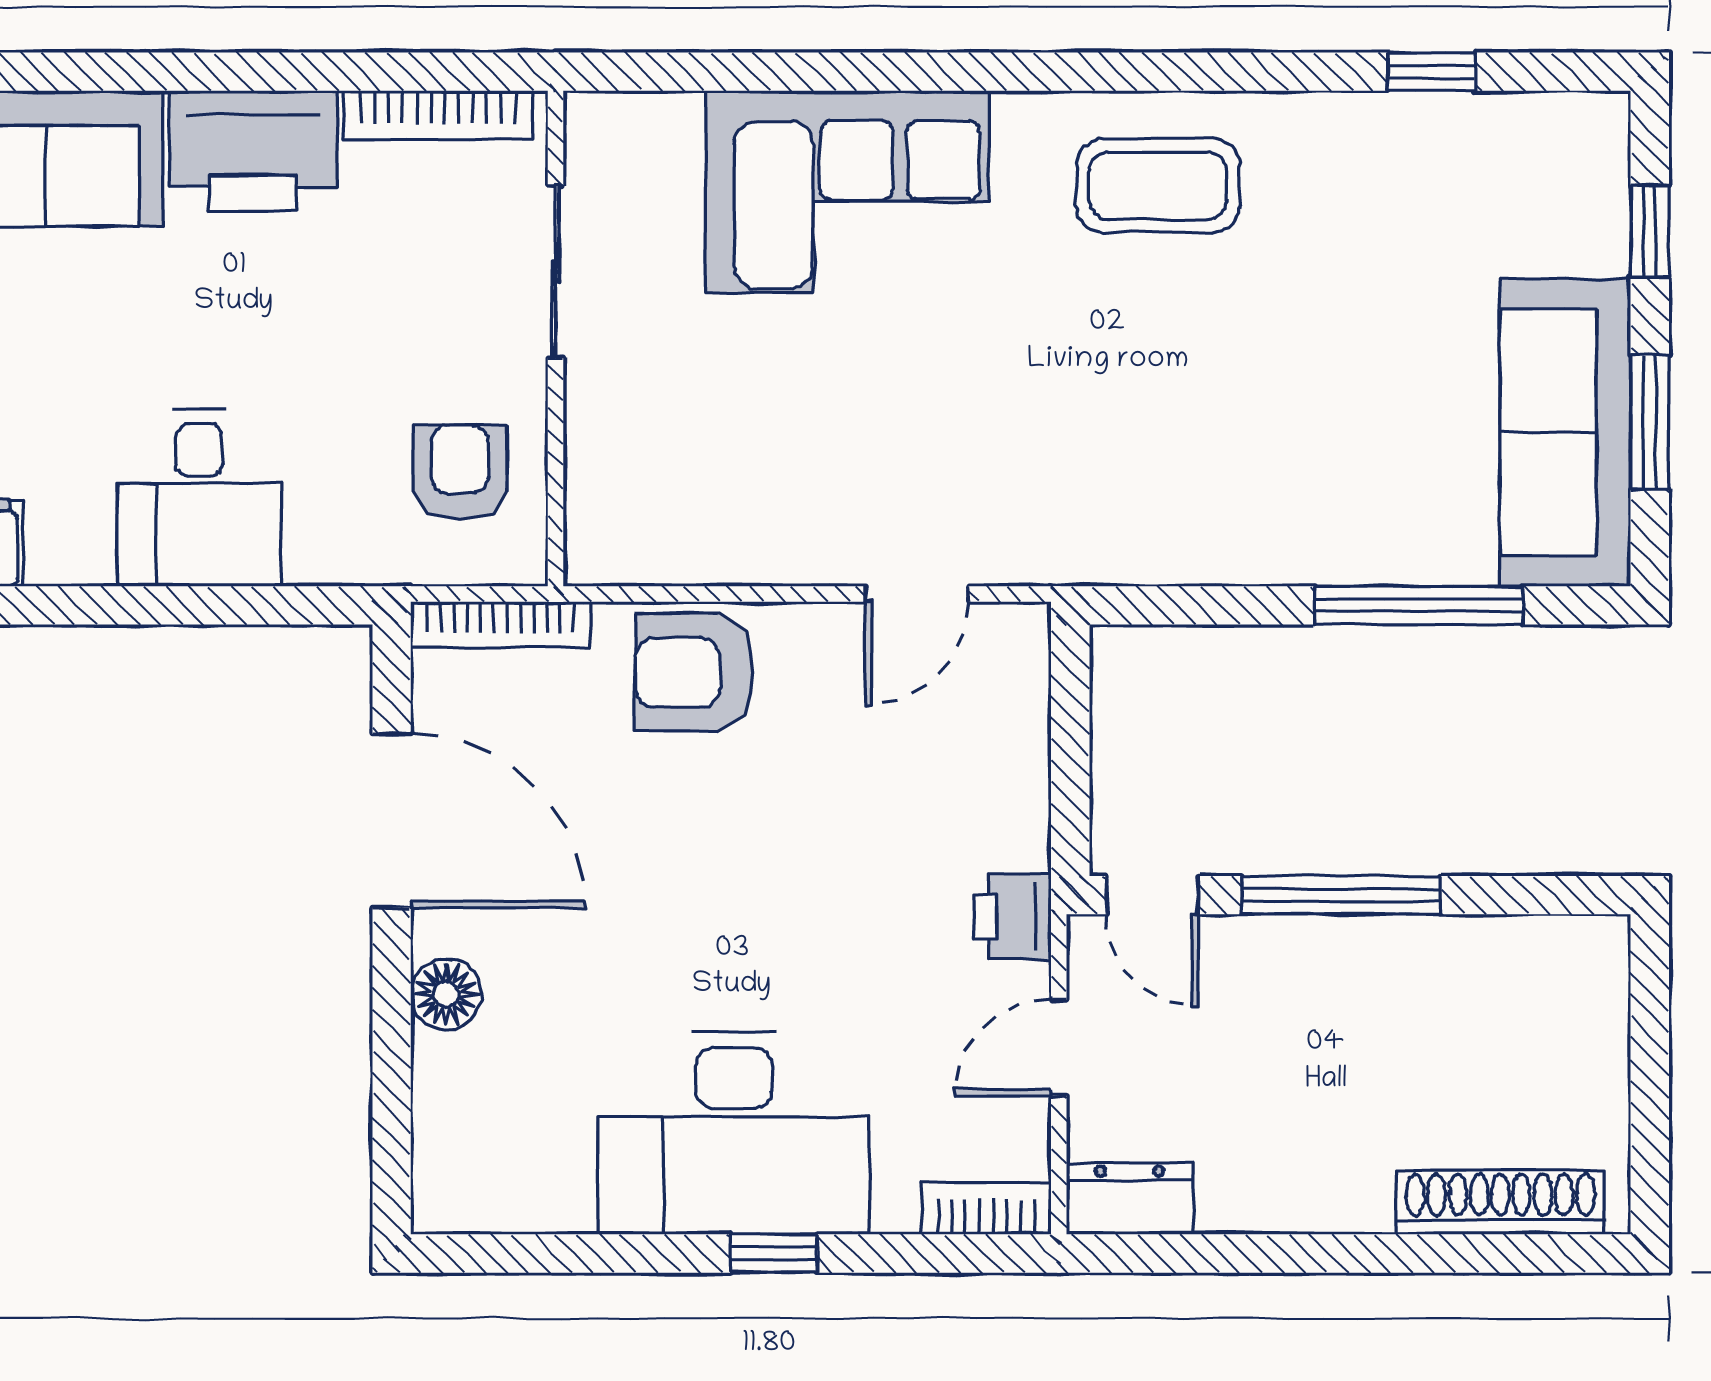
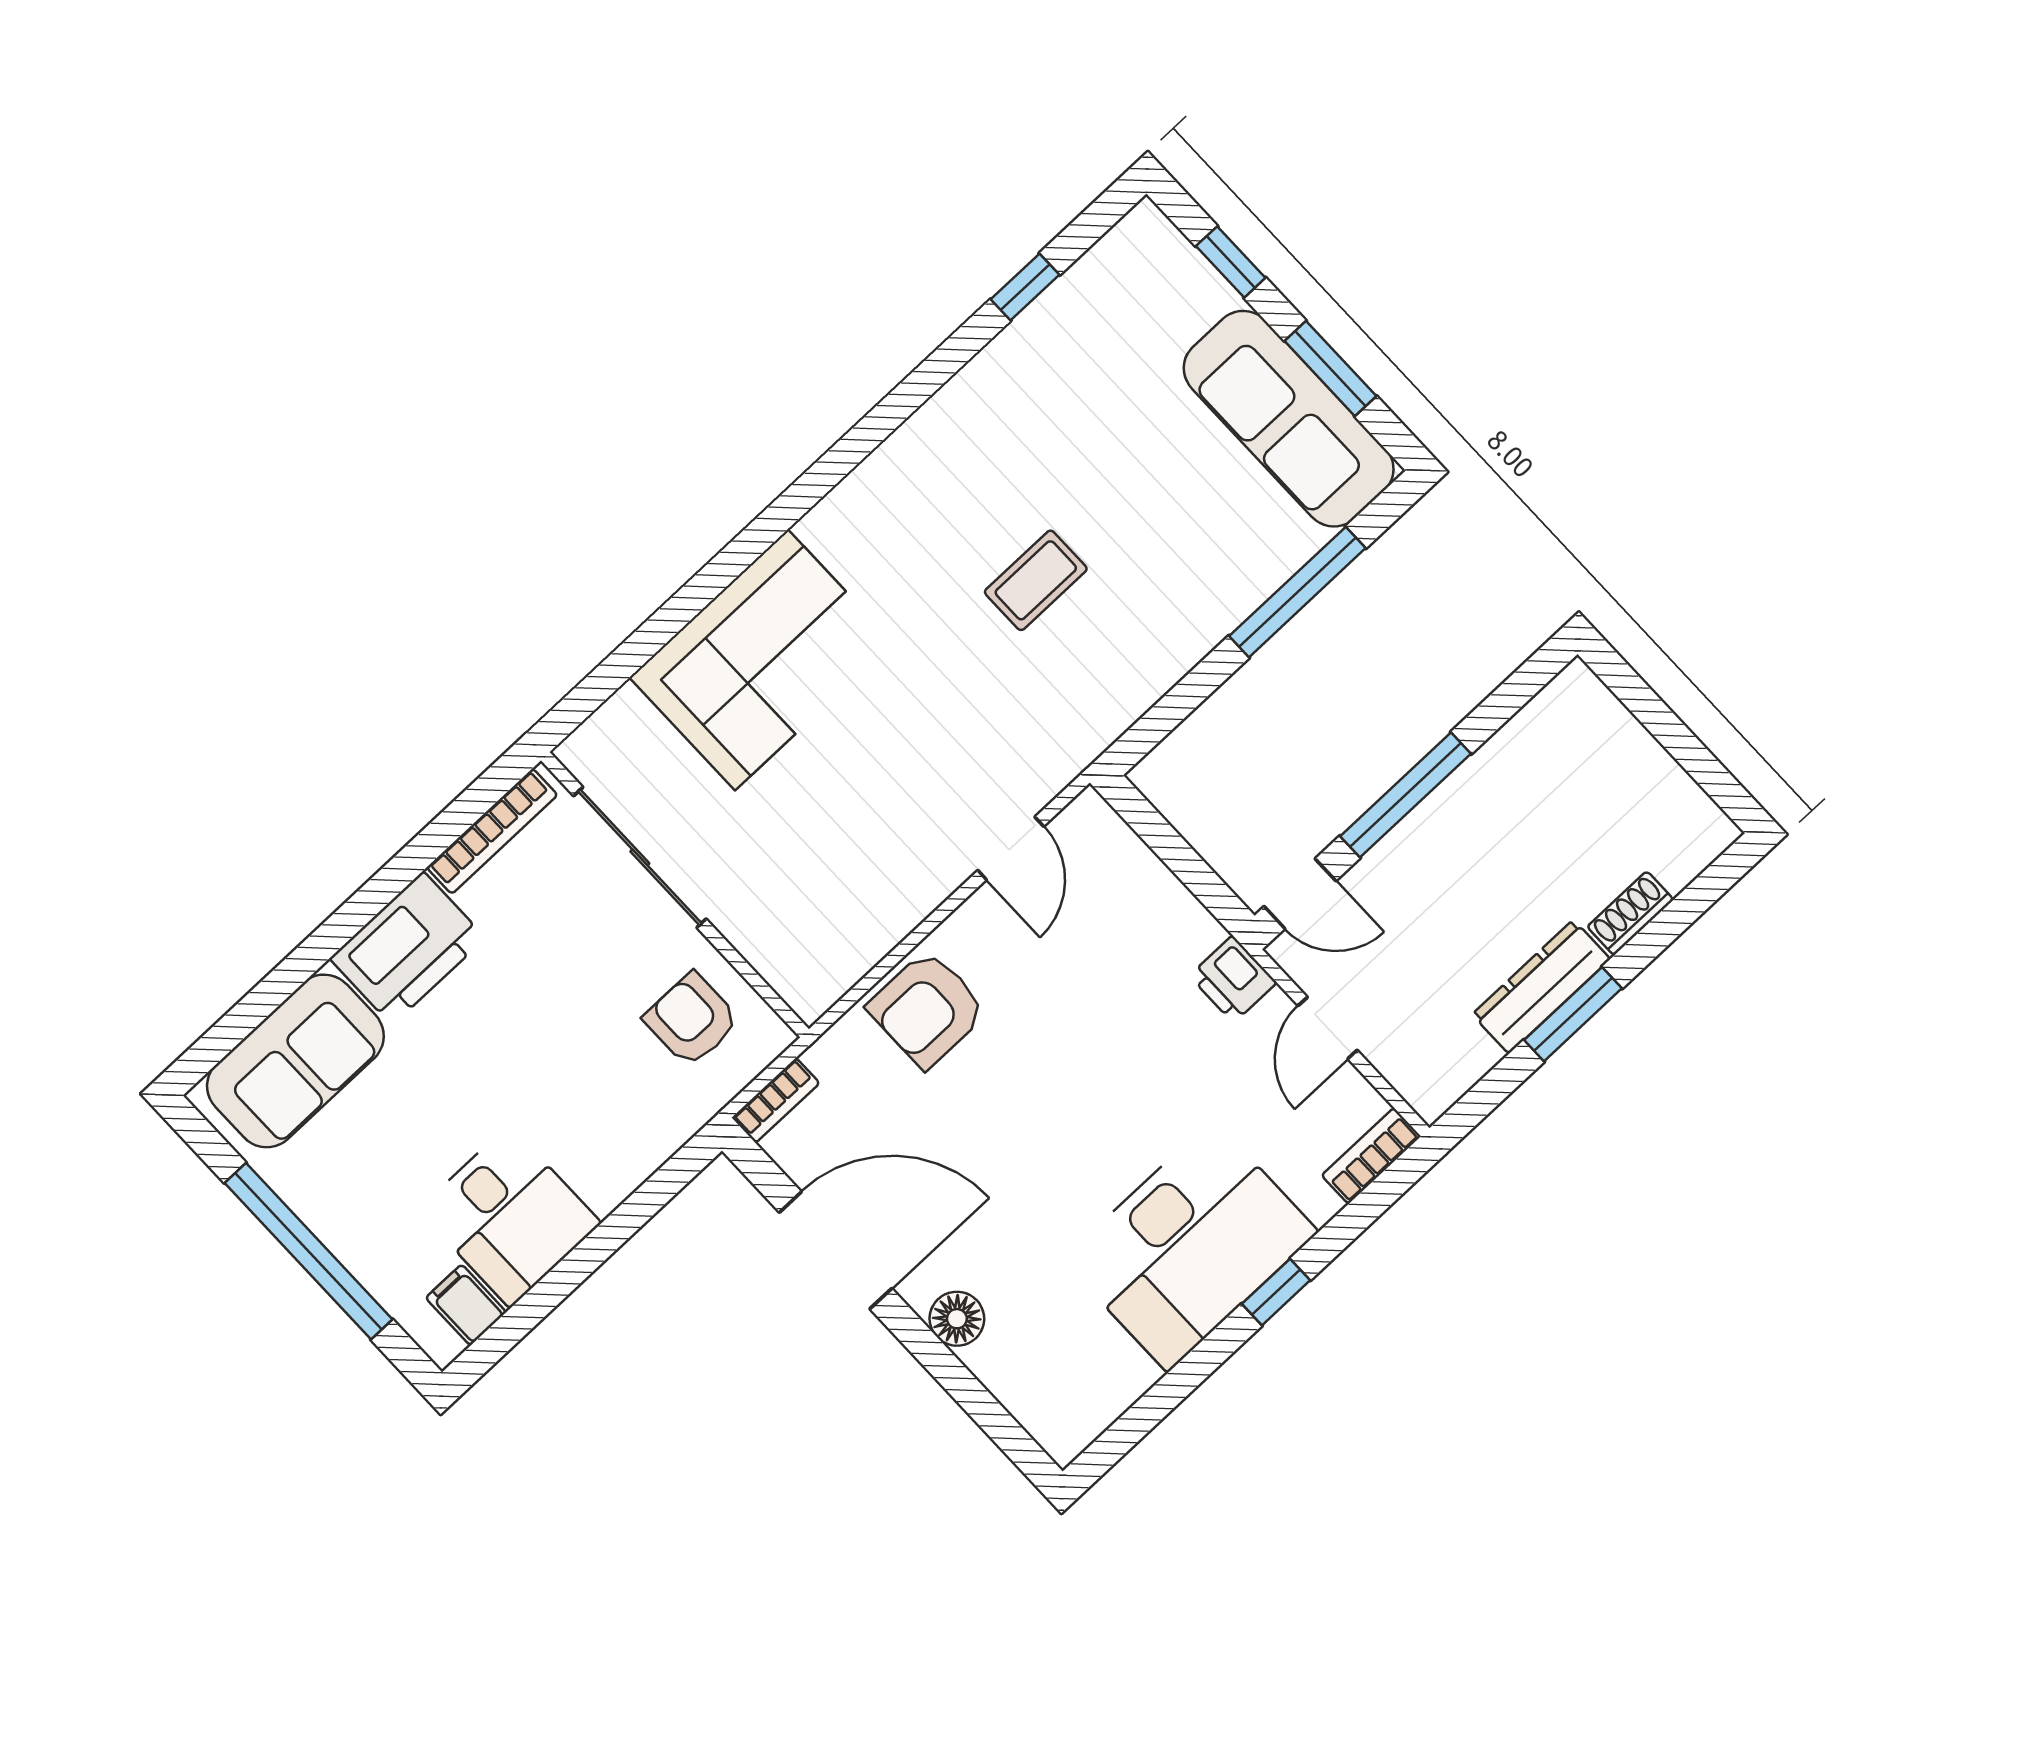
coffee table: (1158, 186) -> (1036, 580), moved, width x0.73, depth x0.77
sliding door: (556, 272) -> (640, 857), width x1.37
desk: (199, 498) -> (510, 1216), moved
bookcase: (501, 625) -> (776, 1100), width x0.64
dresser: (1130, 1199) -> (1541, 987), moved, width x1.44
shoe rack: (1500, 1202) -> (1630, 913), width x0.51, depth x0.81
window: (1305, 1253) -> (1573, 1014), added

